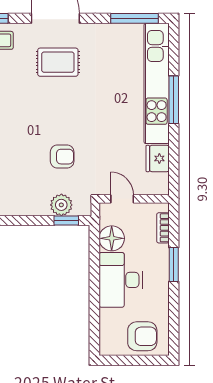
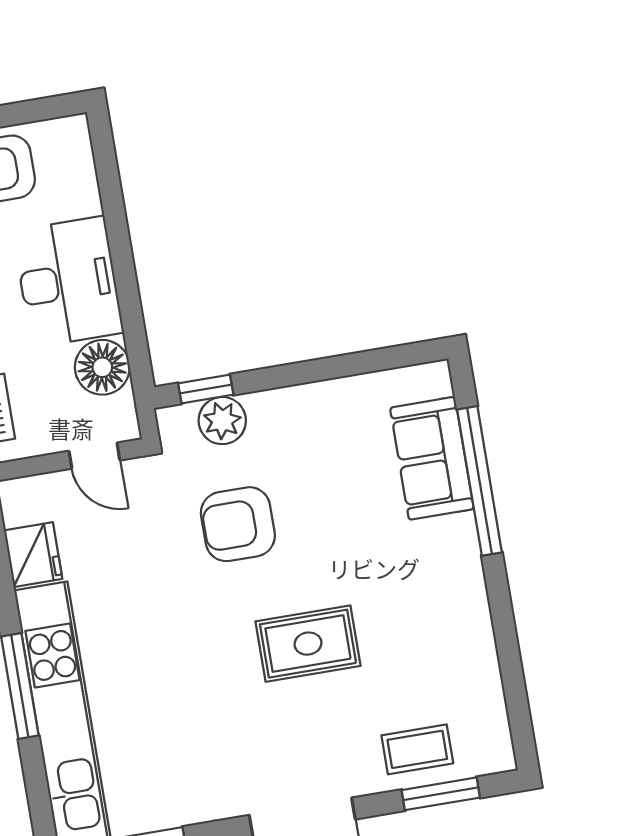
rug: (58, 62) -> (308, 644), moved
armchair: (62, 157) -> (238, 524), width x1.38, depth x1.38

